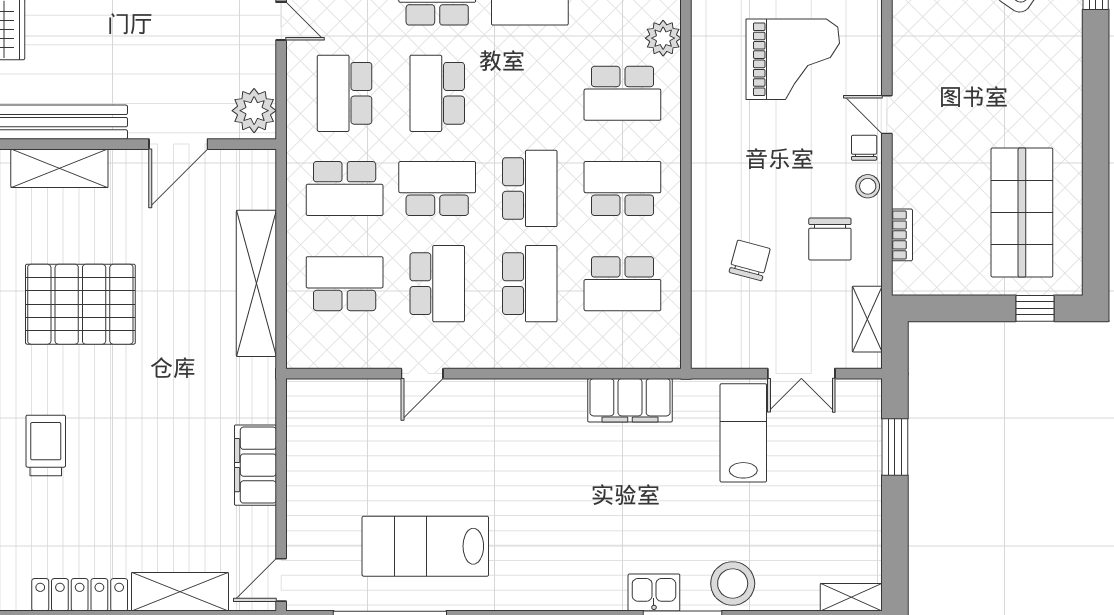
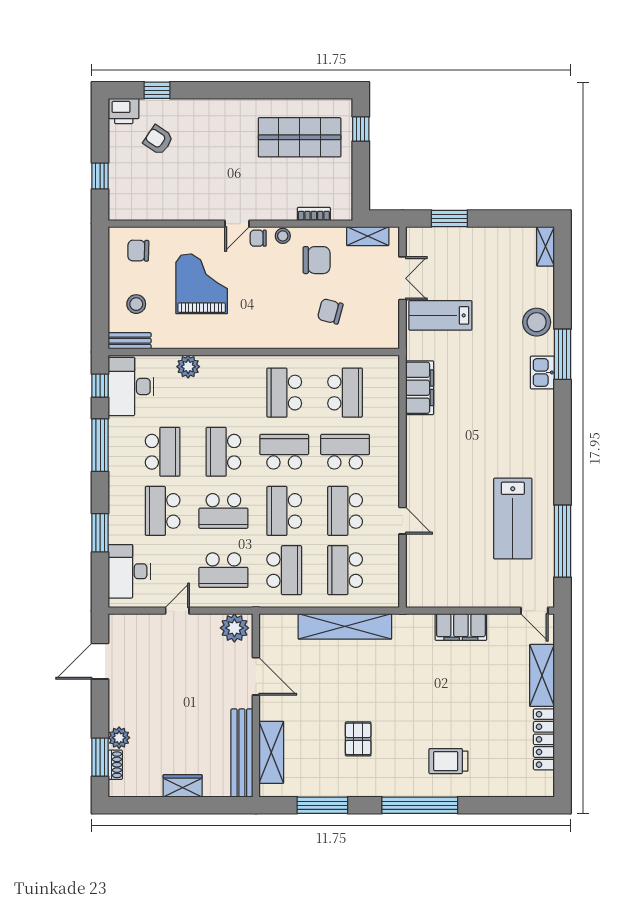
school desk: (622, 93) -> (223, 452), moved, turned 180
school desk: (437, 284) -> (345, 511), turned -90
pallet: (80, 304) -> (358, 739), width x0.49, depth x0.50

